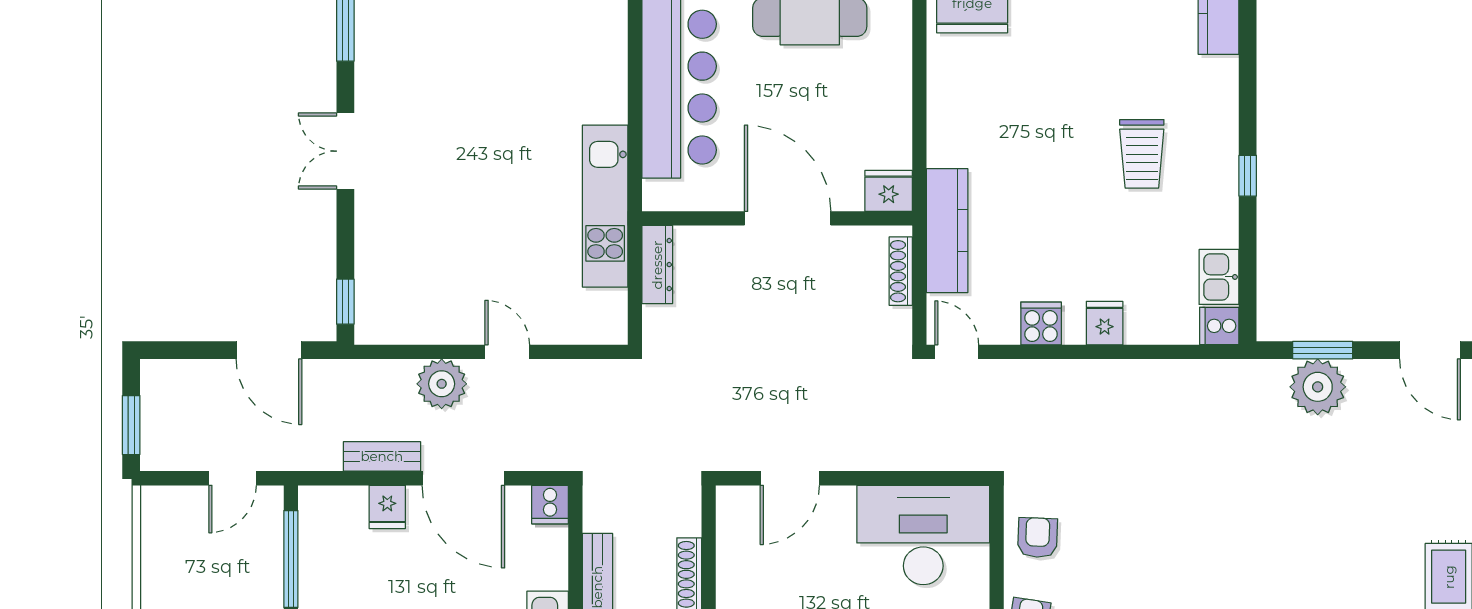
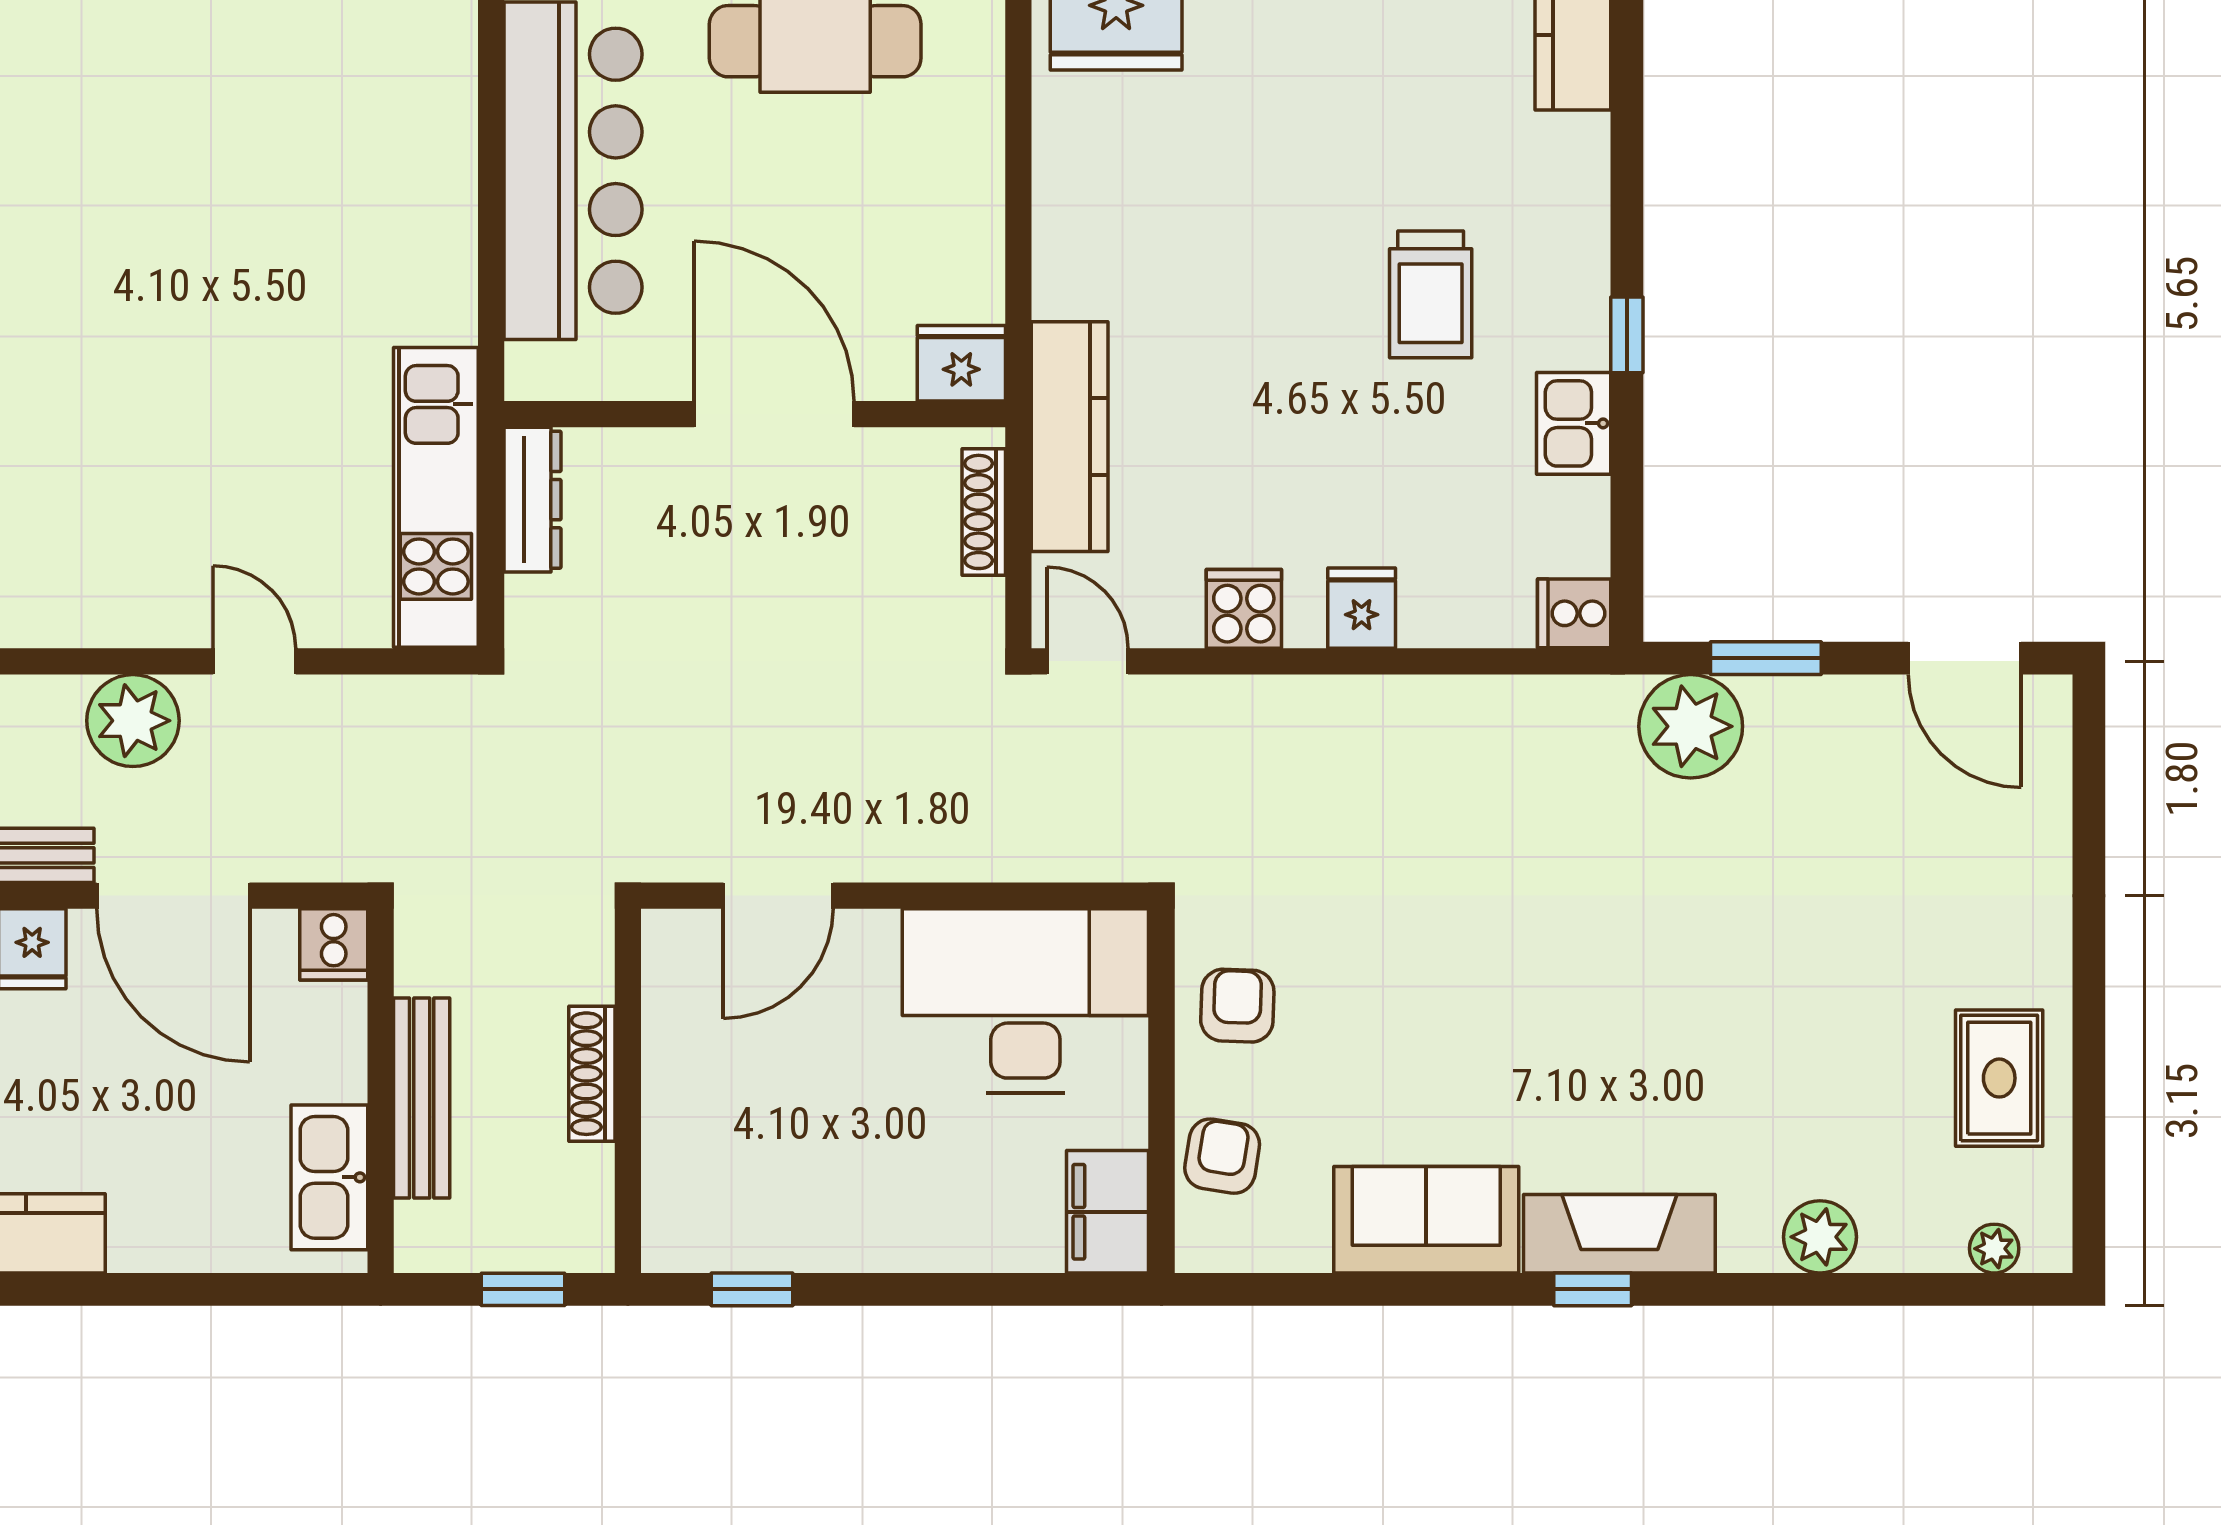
kitchen unit: (605, 206) -> (436, 497), moved
kitchen sink: (1219, 277) -> (1574, 423), moved
plant: (1318, 387) -> (1691, 726), moved

